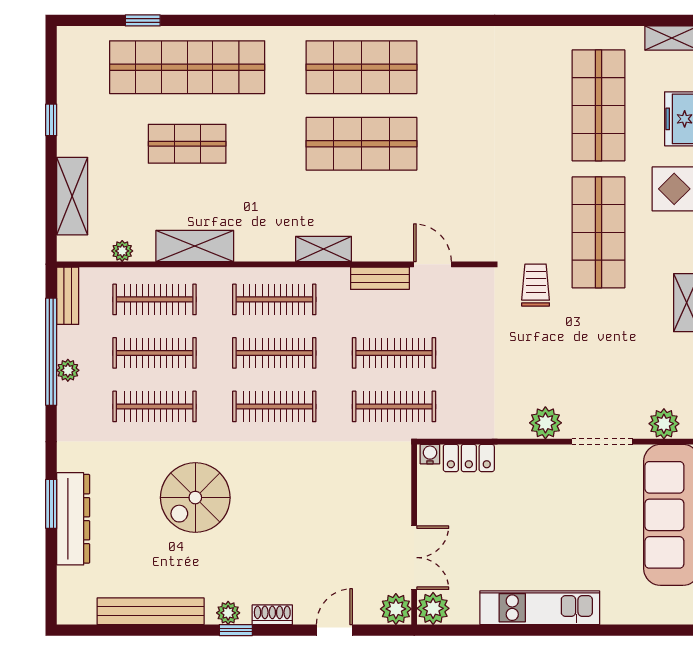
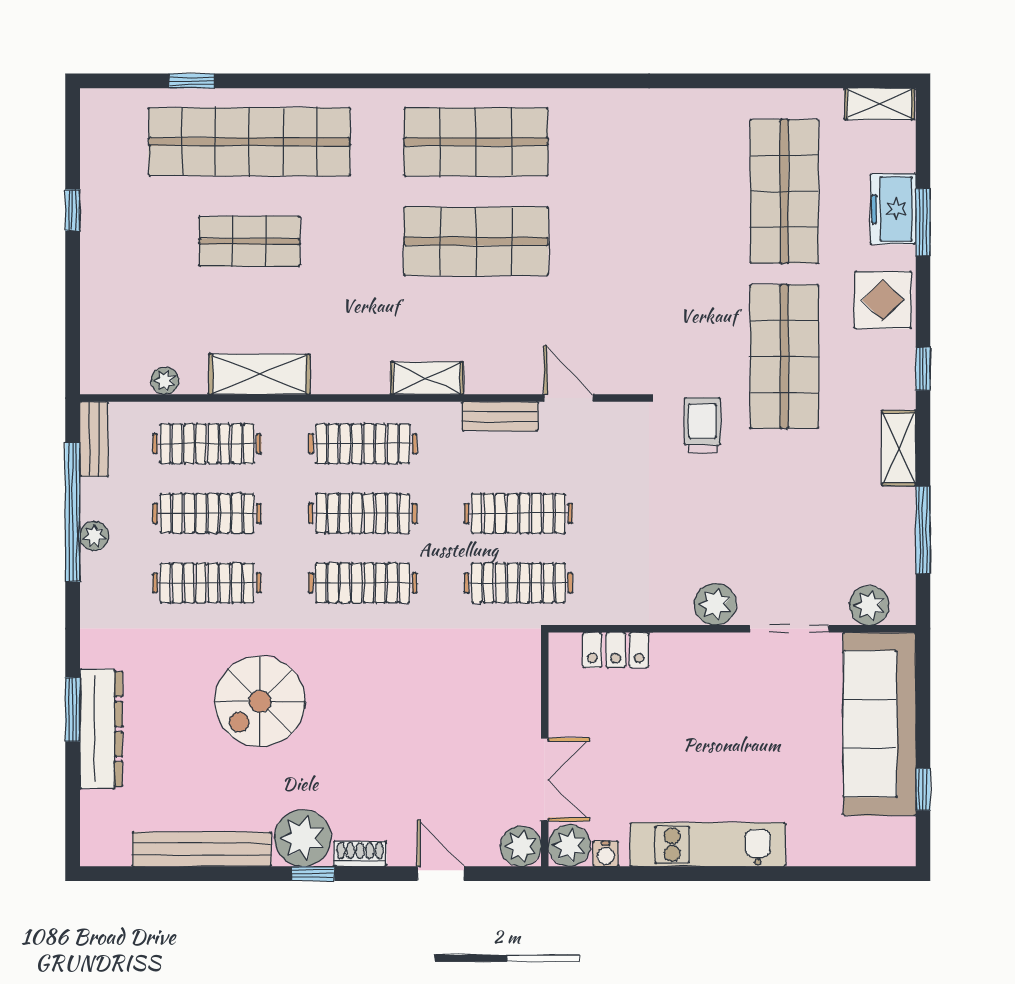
shelving: (72, 196) -> (100, 309), removed
water cooler: (430, 454) -> (606, 854), moved, turned 180
plant: (228, 613) -> (303, 838), width x1.88, depth x1.88
door: (334, 630) -> (441, 874), hinge flipped

